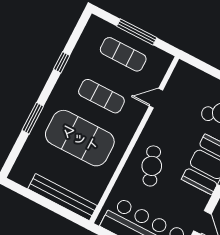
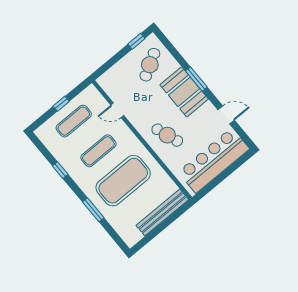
window: (137, 32) -> (61, 104), width x0.46
door: (156, 98) -> (117, 110), hinge flipped

